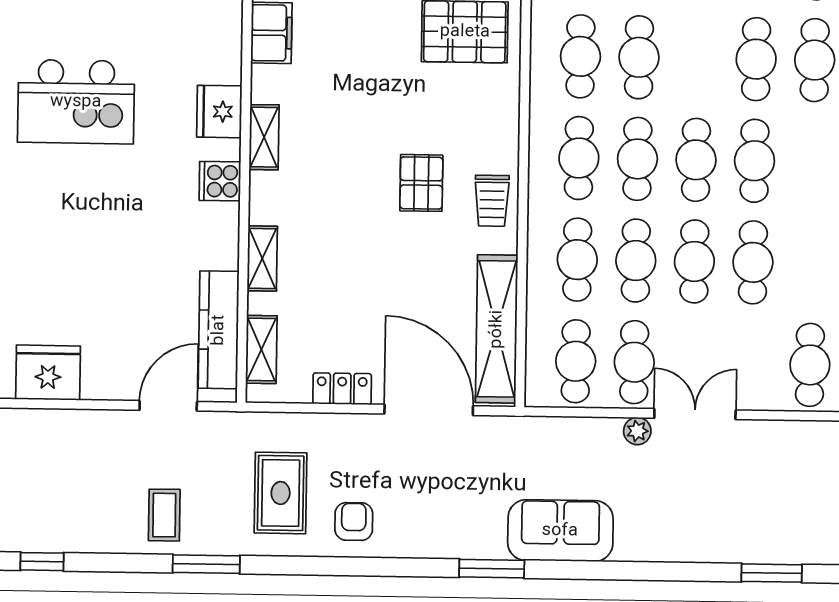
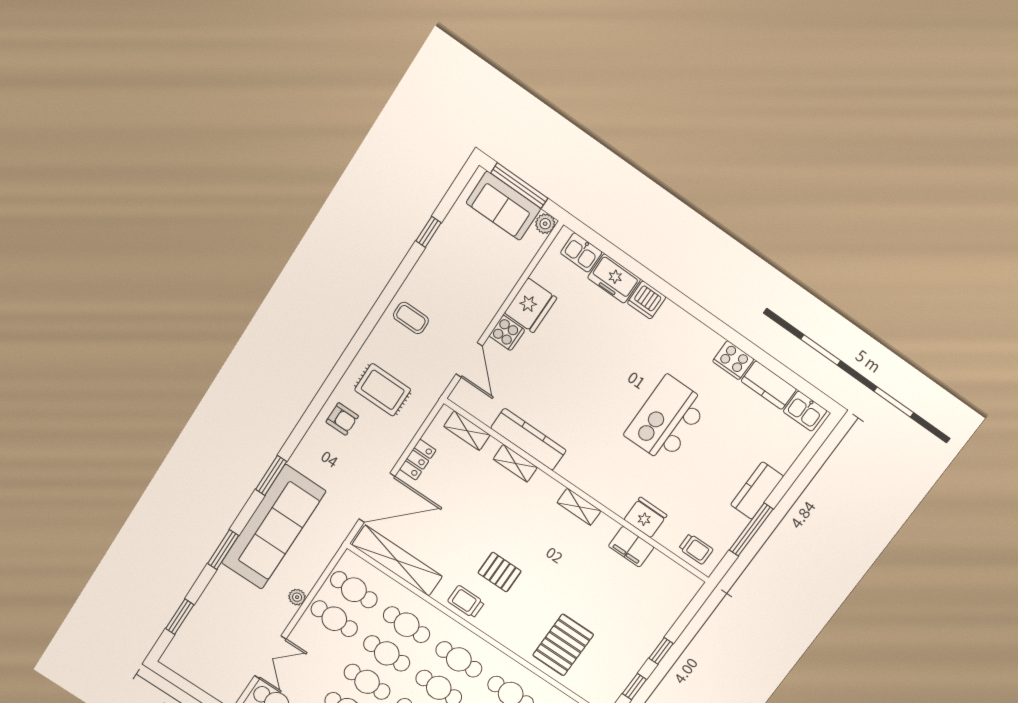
fridge: (219, 112) -> (645, 517), moved
cooker: (220, 181) -> (507, 333), moved, turned 90
kitchen counter: (219, 330) -> (528, 439), moved
double door: (695, 414) -> (270, 657), moved
sofa: (560, 531) -> (273, 527), width x1.85, depth x1.27
window: (206, 564) -> (223, 549), moved

